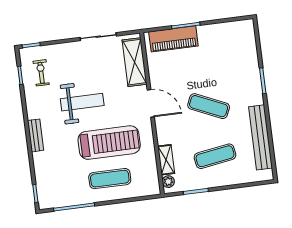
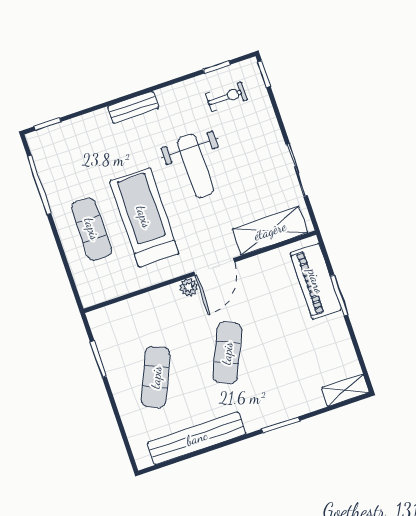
treadmill: (109, 143) -> (144, 217), turned 180
exercise mat: (215, 156) -> (156, 377), turned 33
shelving: (166, 160) -> (345, 390), moved
plant: (168, 182) -> (189, 287), moved

